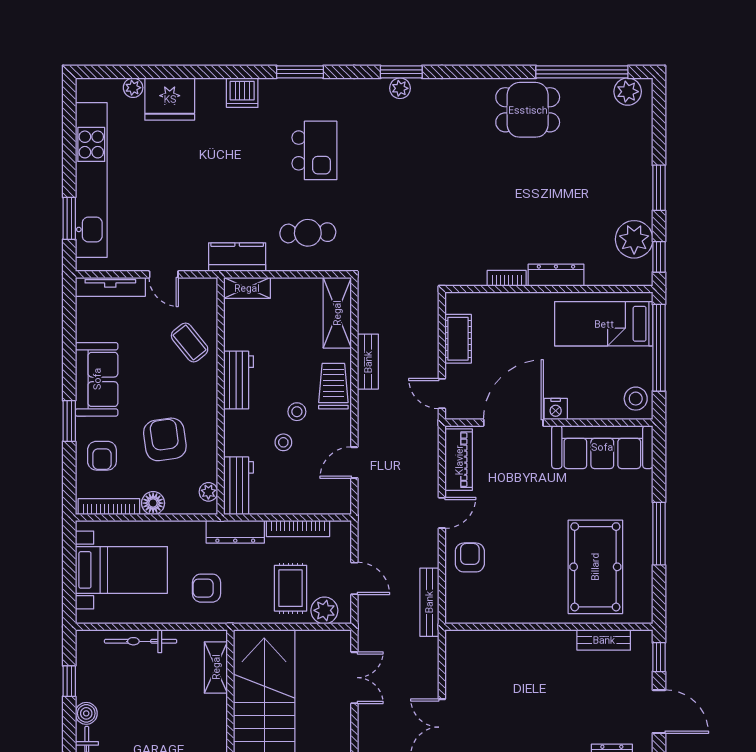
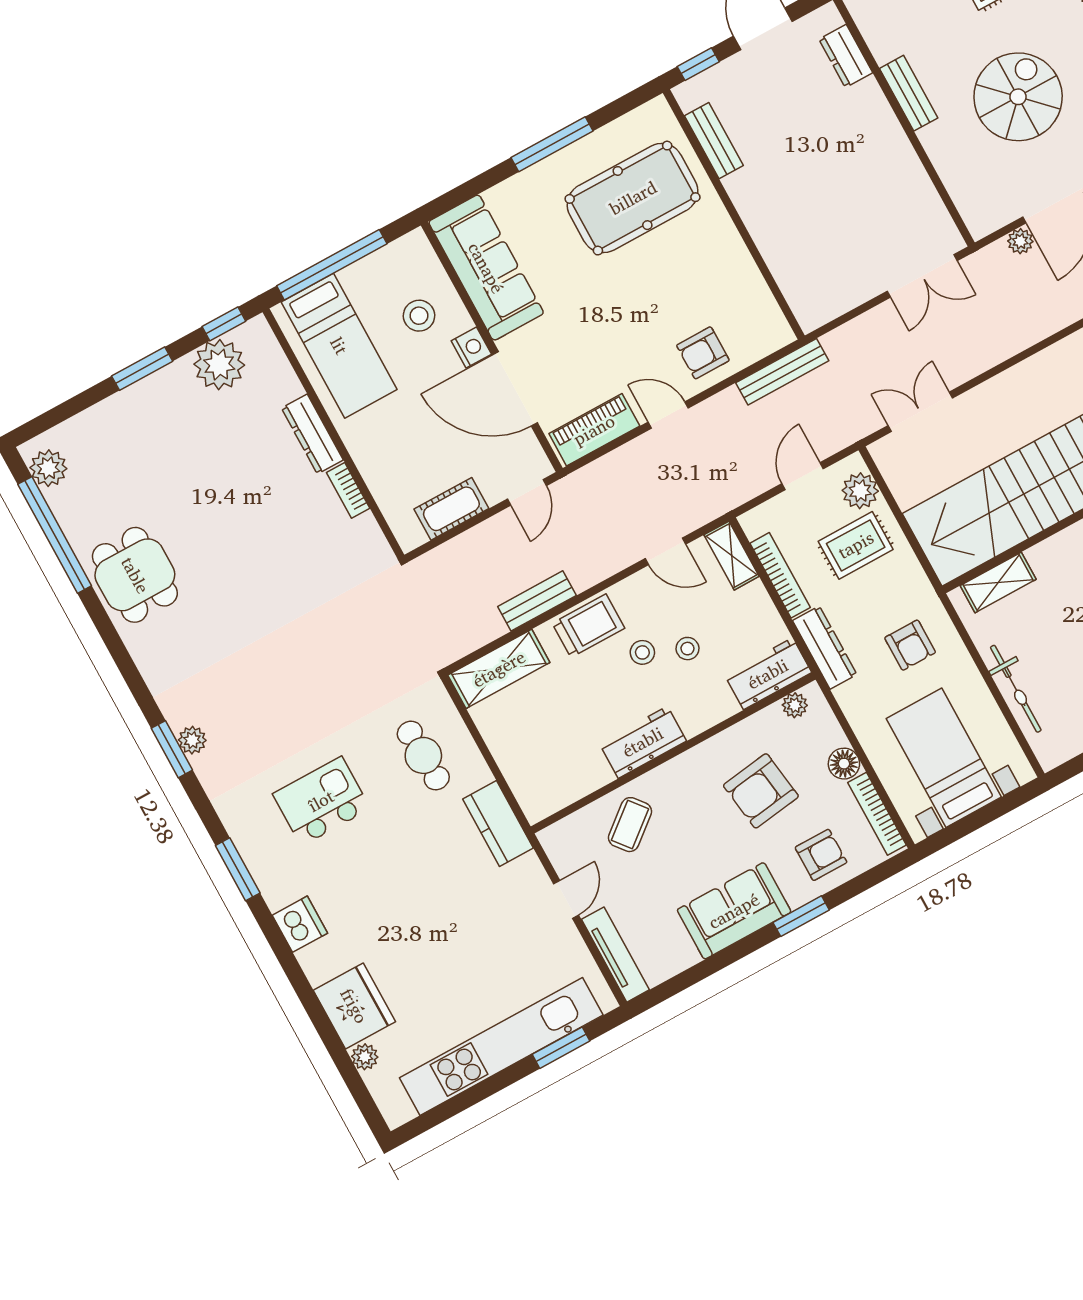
shelving: (247, 288) -> (732, 556), moved
trolley: (333, 386) -> (588, 626), turned 180
stool: (636, 399) -> (419, 316), moved

